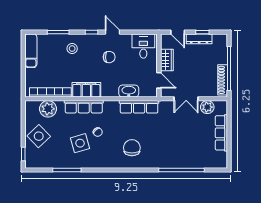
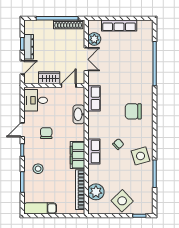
row of seats: (84, 107) -> (94, 152), width x0.68
row of seats: (139, 107) -> (94, 98), width x0.68
side table: (80, 143) -> (141, 156), moved

